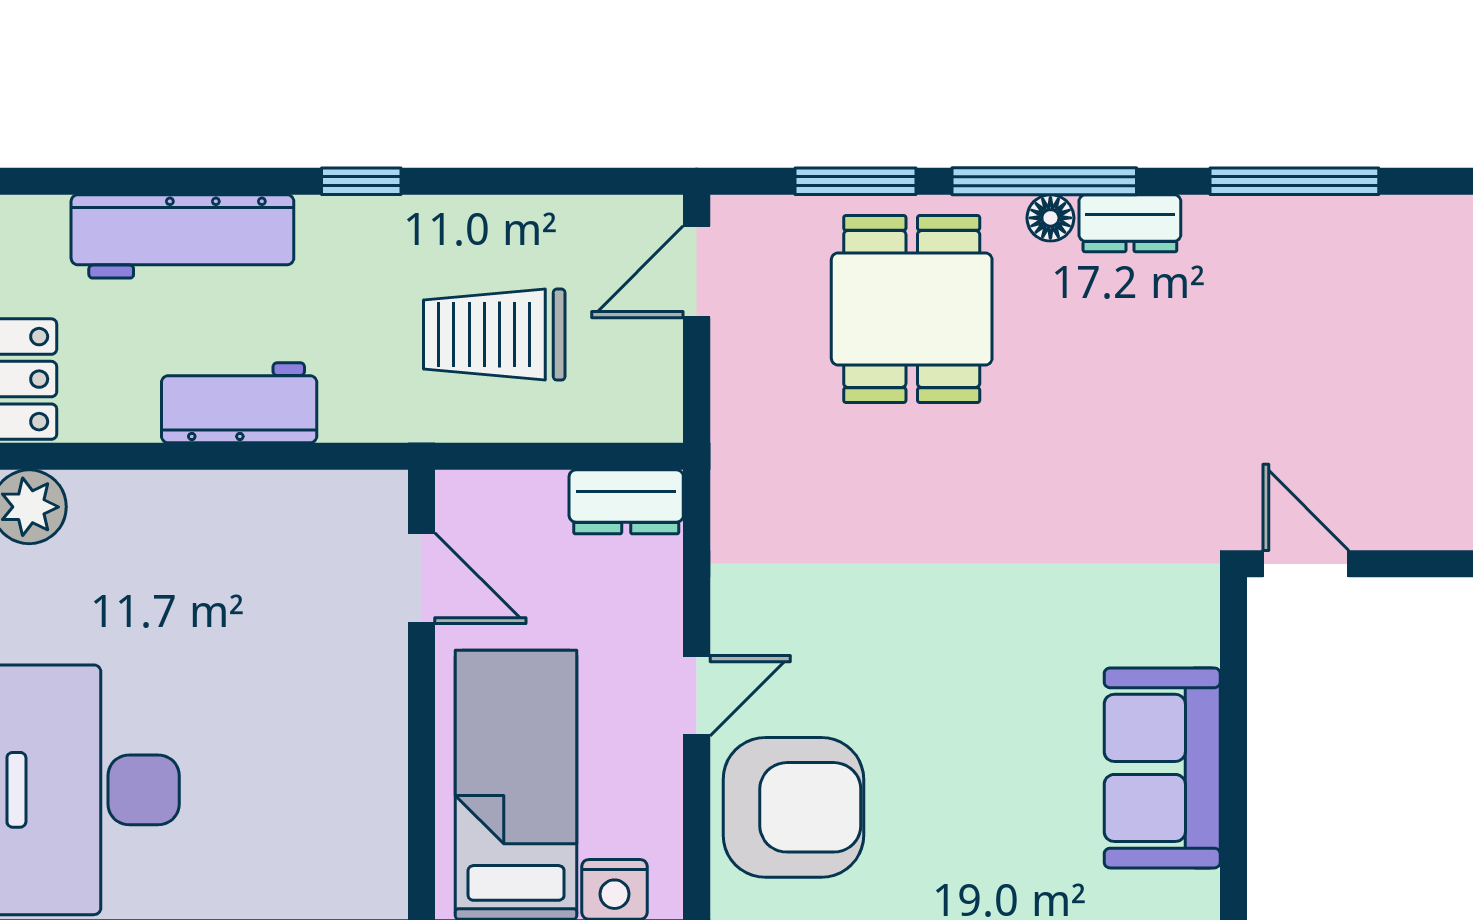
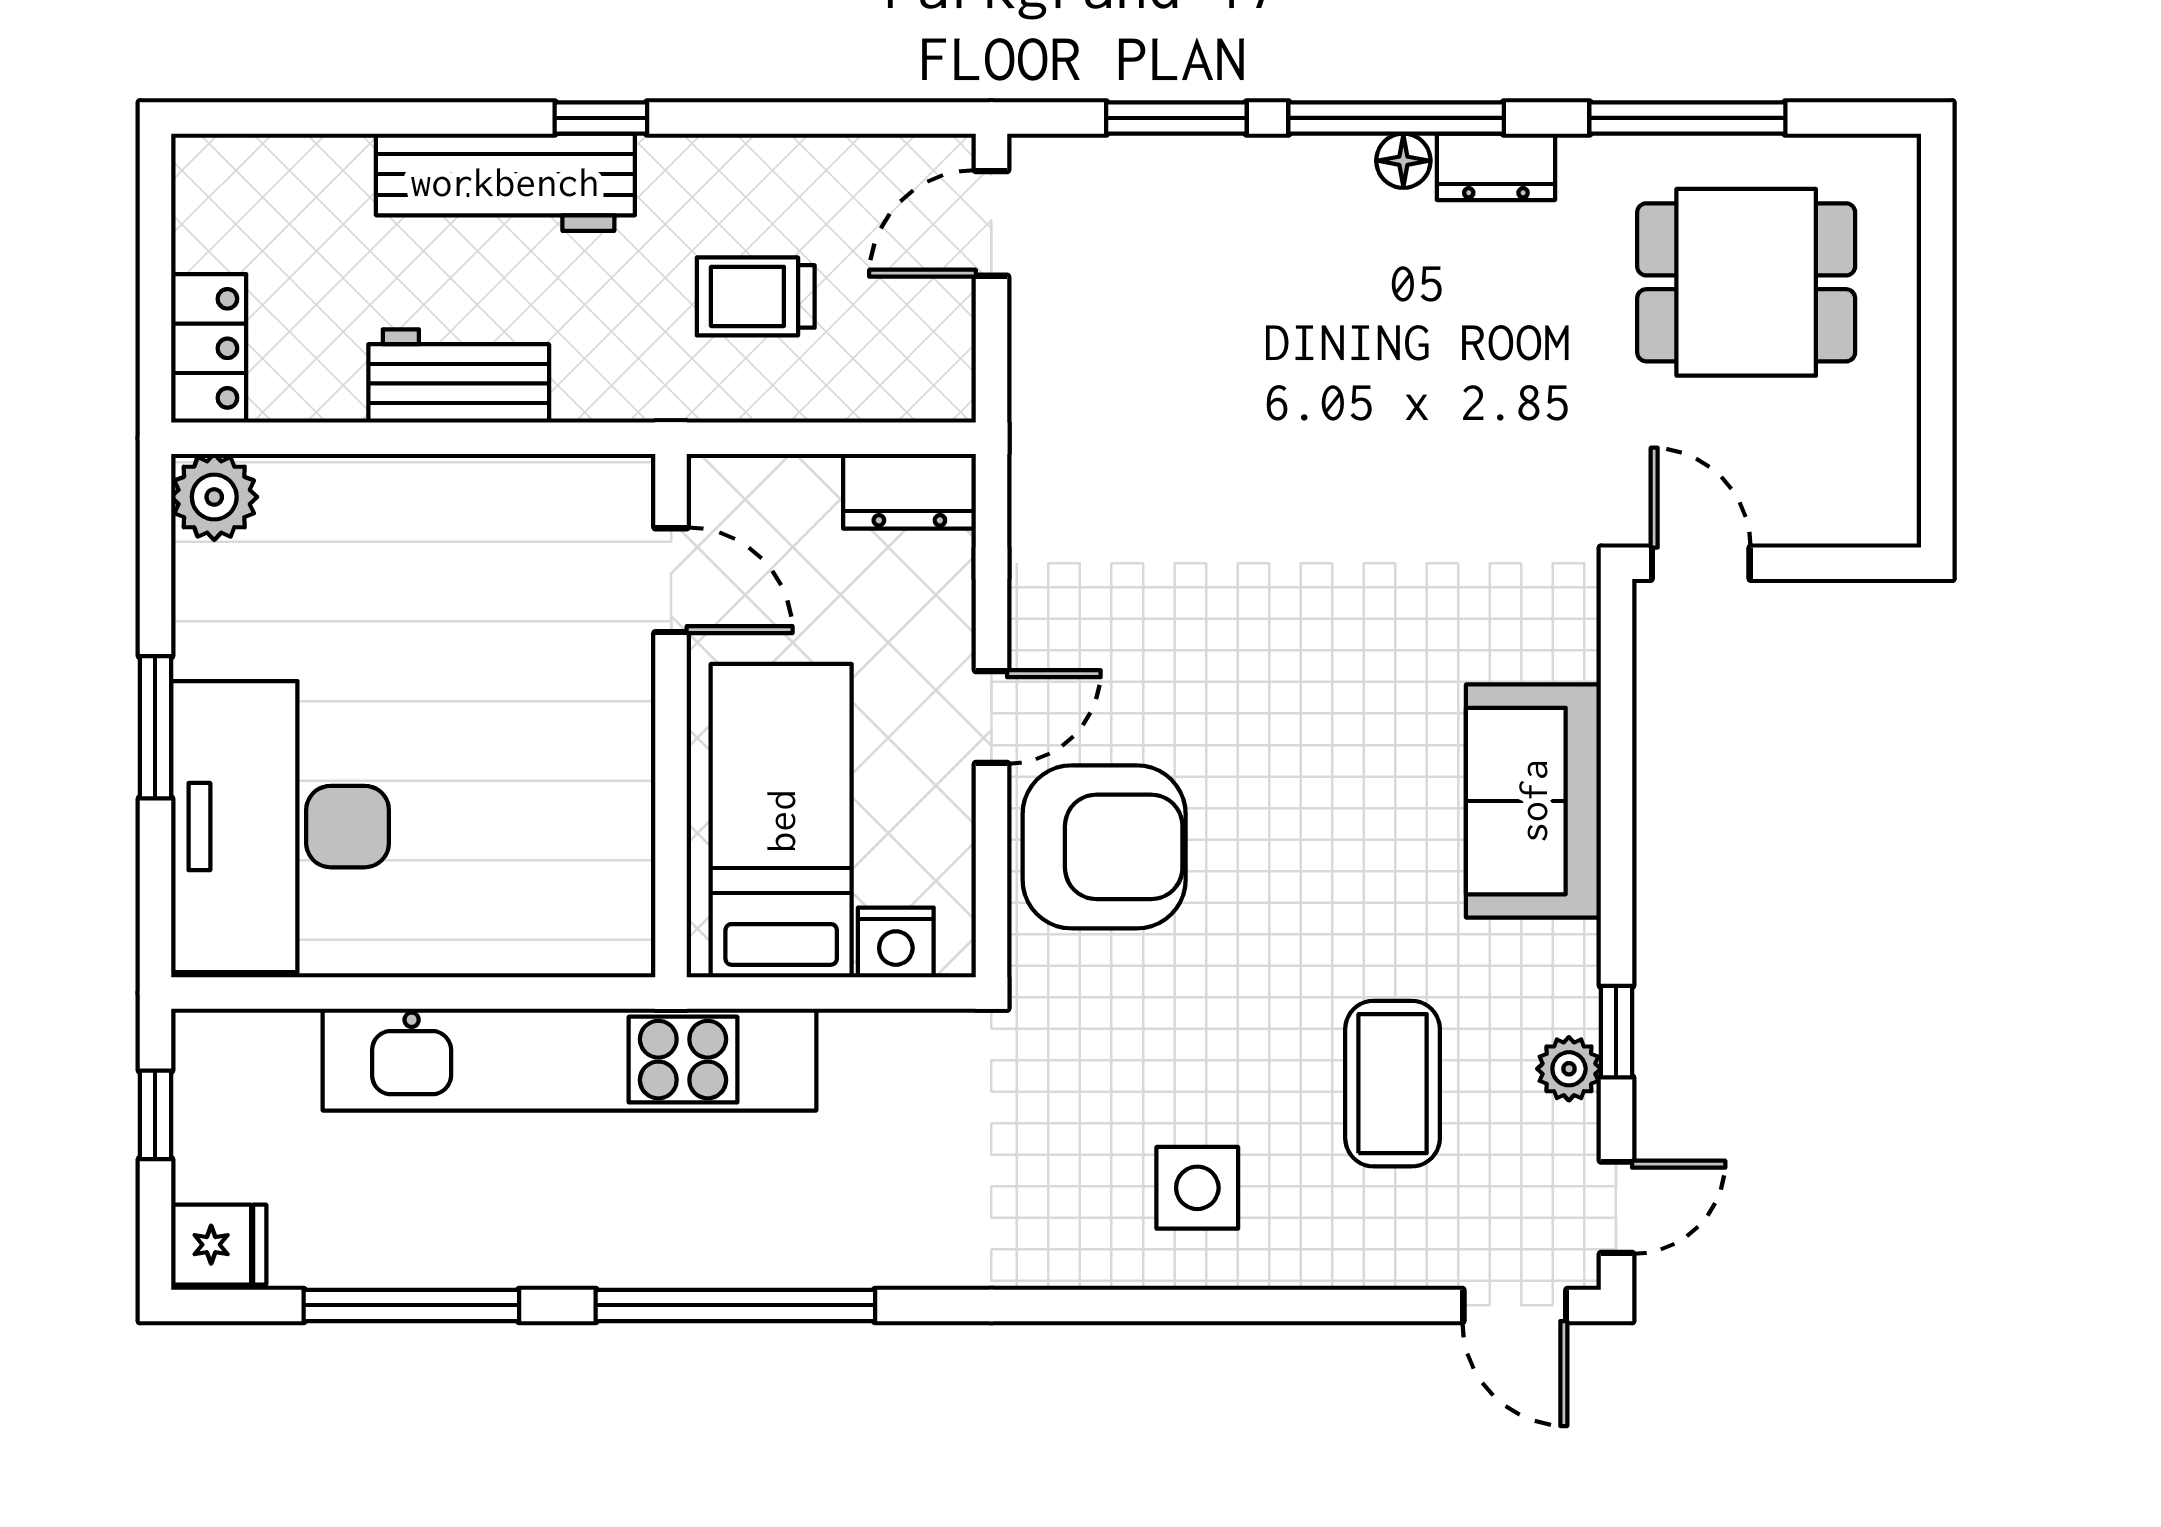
workbench: (182, 236) -> (505, 182), moved
dining table: (912, 309) -> (1746, 282), moved, turned 90
trolley: (494, 335) -> (756, 296), width x0.73, depth x0.72

